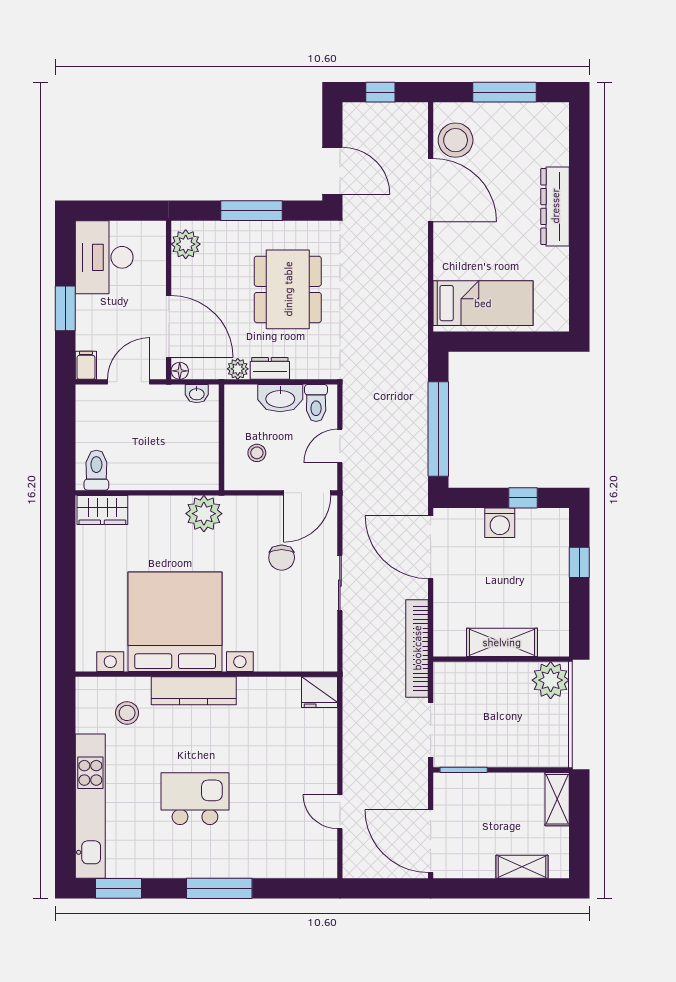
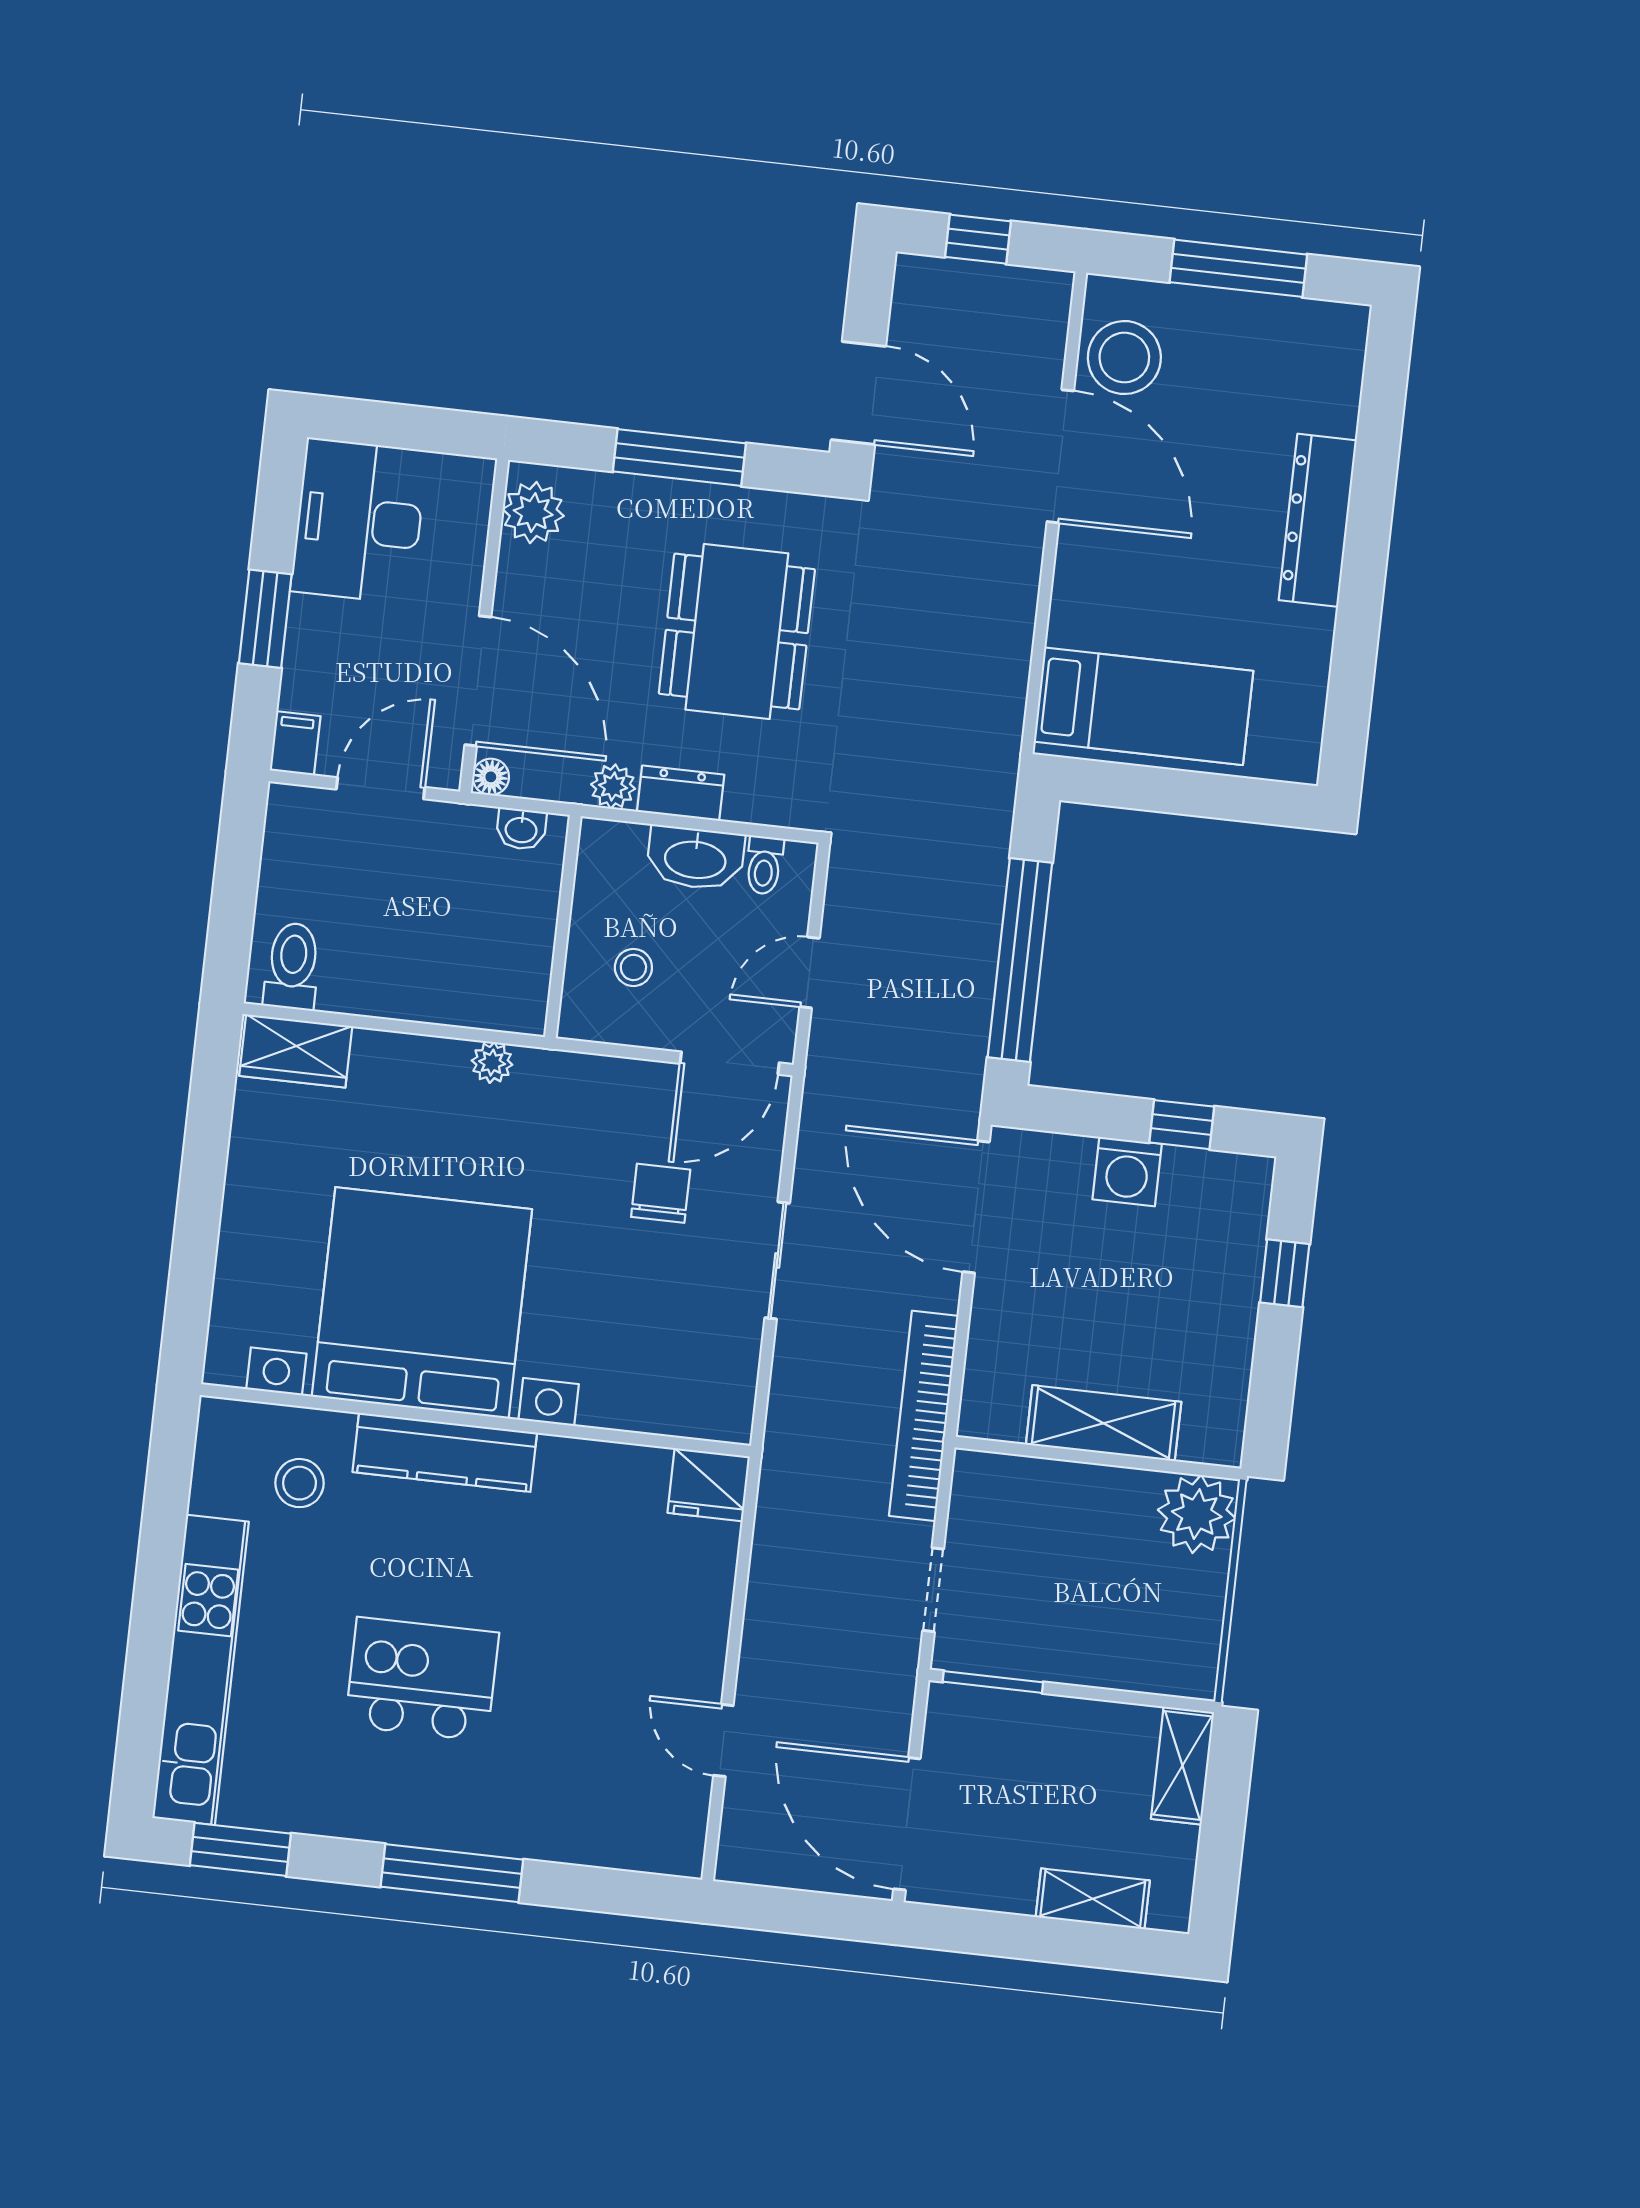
toilet: (316, 403) -> (764, 865), width x0.73, depth x0.72
plant: (204, 514) -> (492, 1063), width x0.53, depth x0.53
chair: (282, 558) -> (661, 1193), turned 180
doorway: (431, 730) -> (933, 1590), width x0.73

